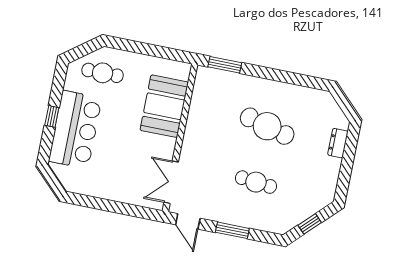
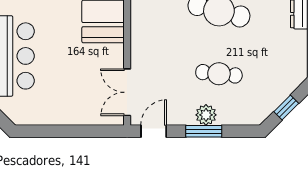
plant: (237, 216) -> (206, 115), added
door: (188, 221) -> (154, 131), swing flipped

